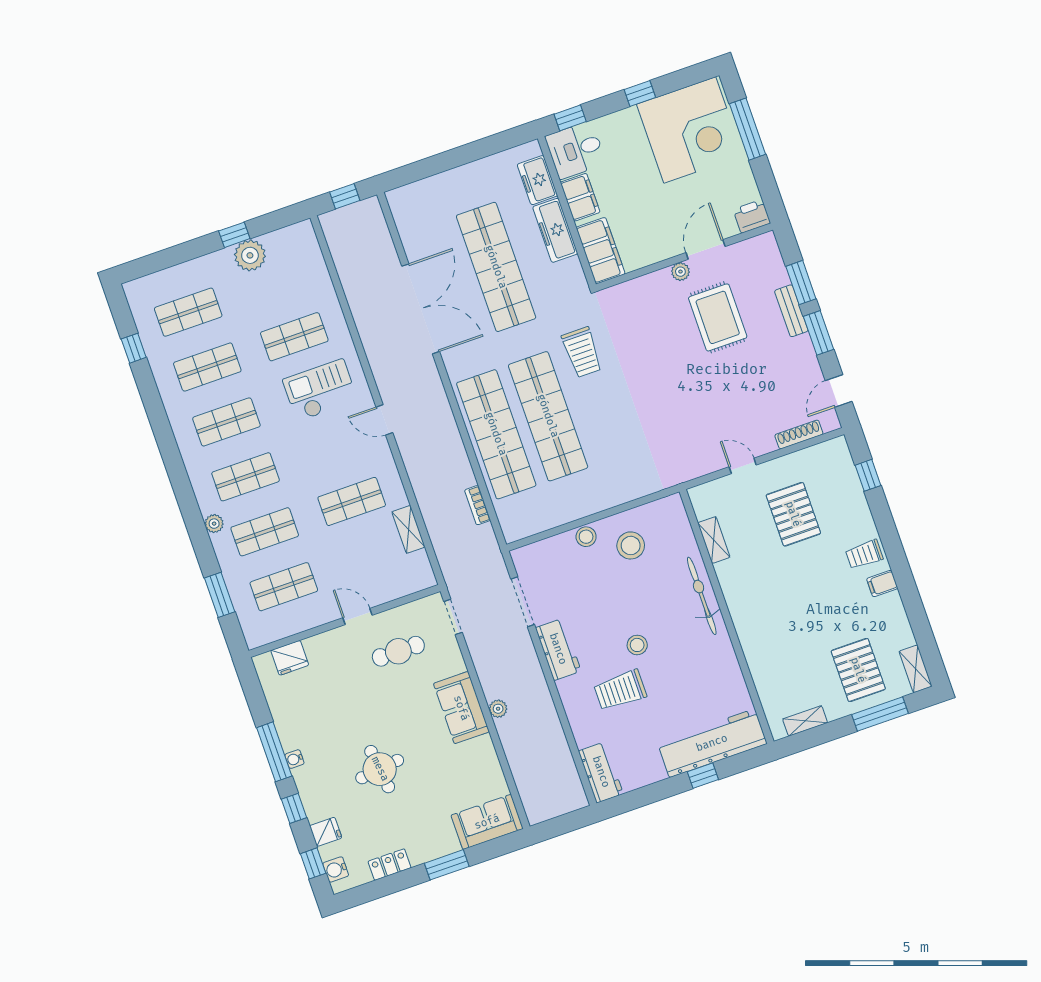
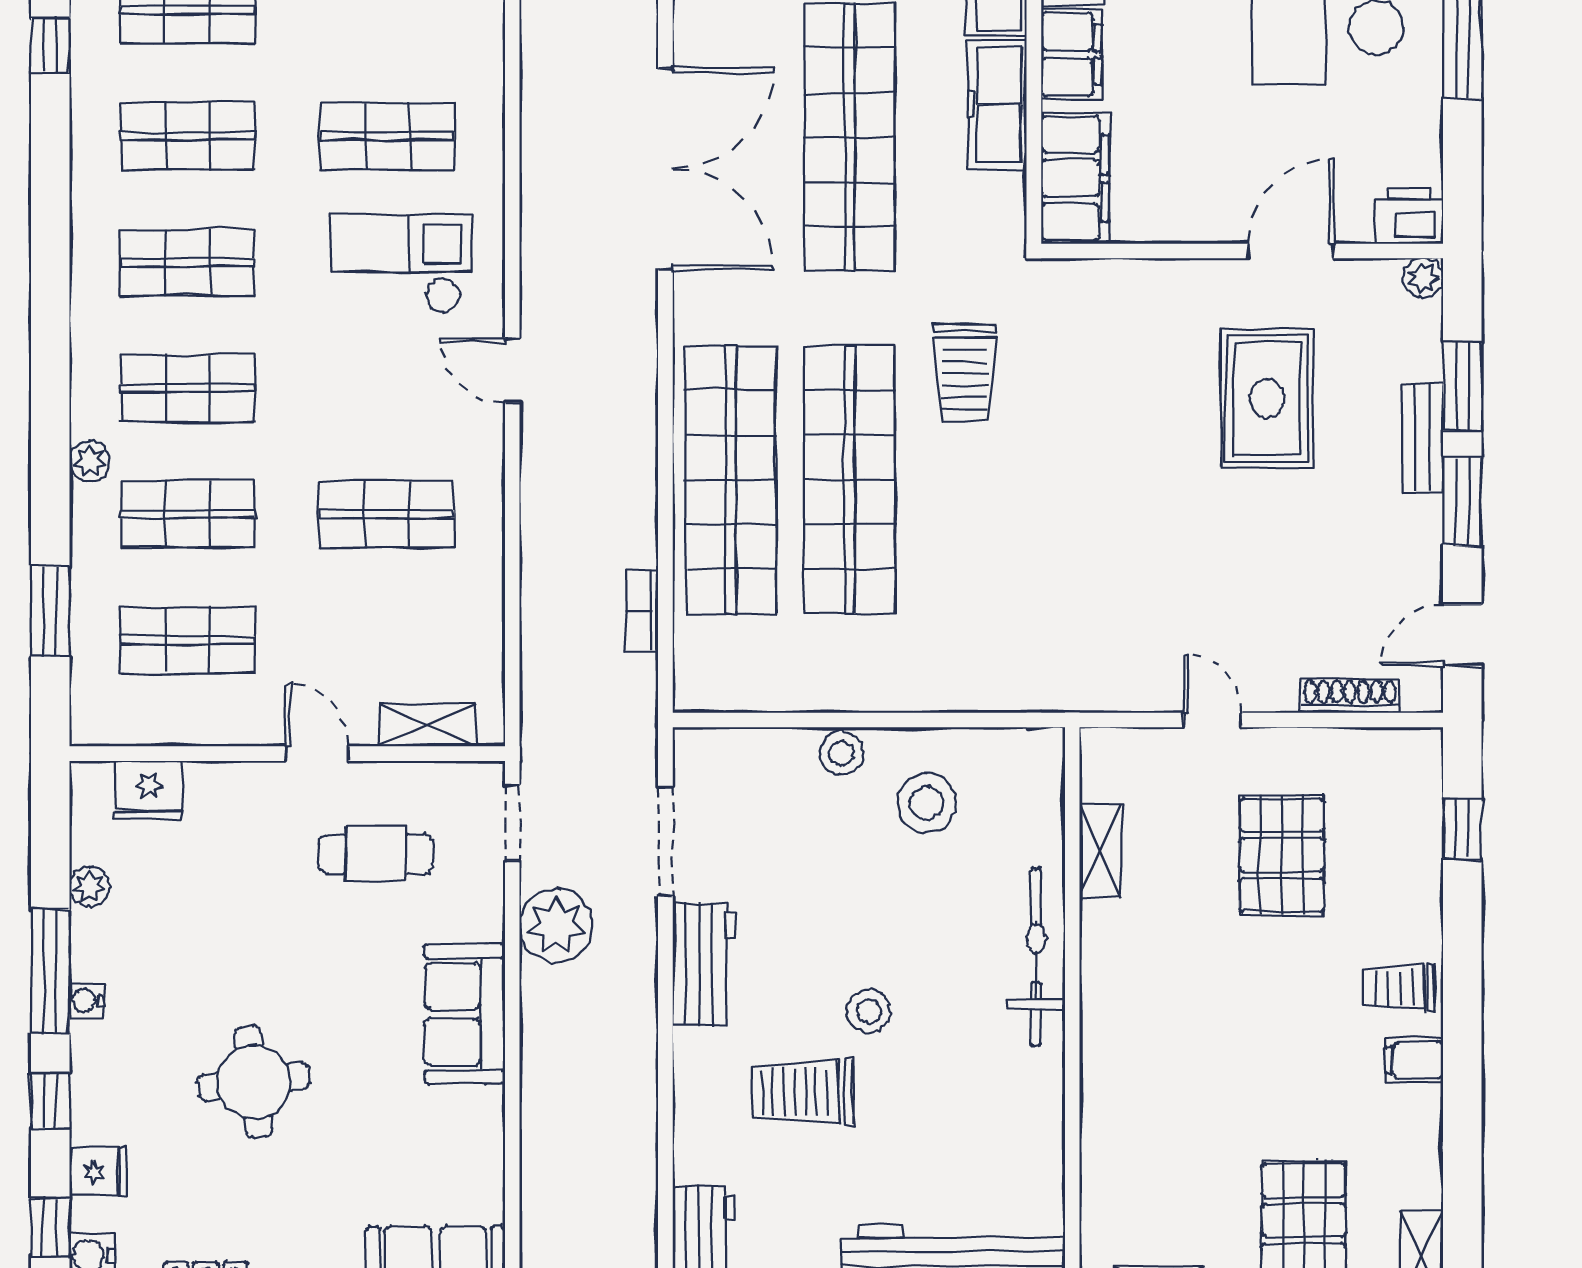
plant: (680, 272) -> (1423, 278), moved
shelving: (408, 529) -> (428, 725), moved, turned 90
plant: (278, 709) -> (89, 886), added
plant: (498, 709) -> (556, 926), moved, width x1.88, depth x1.88

